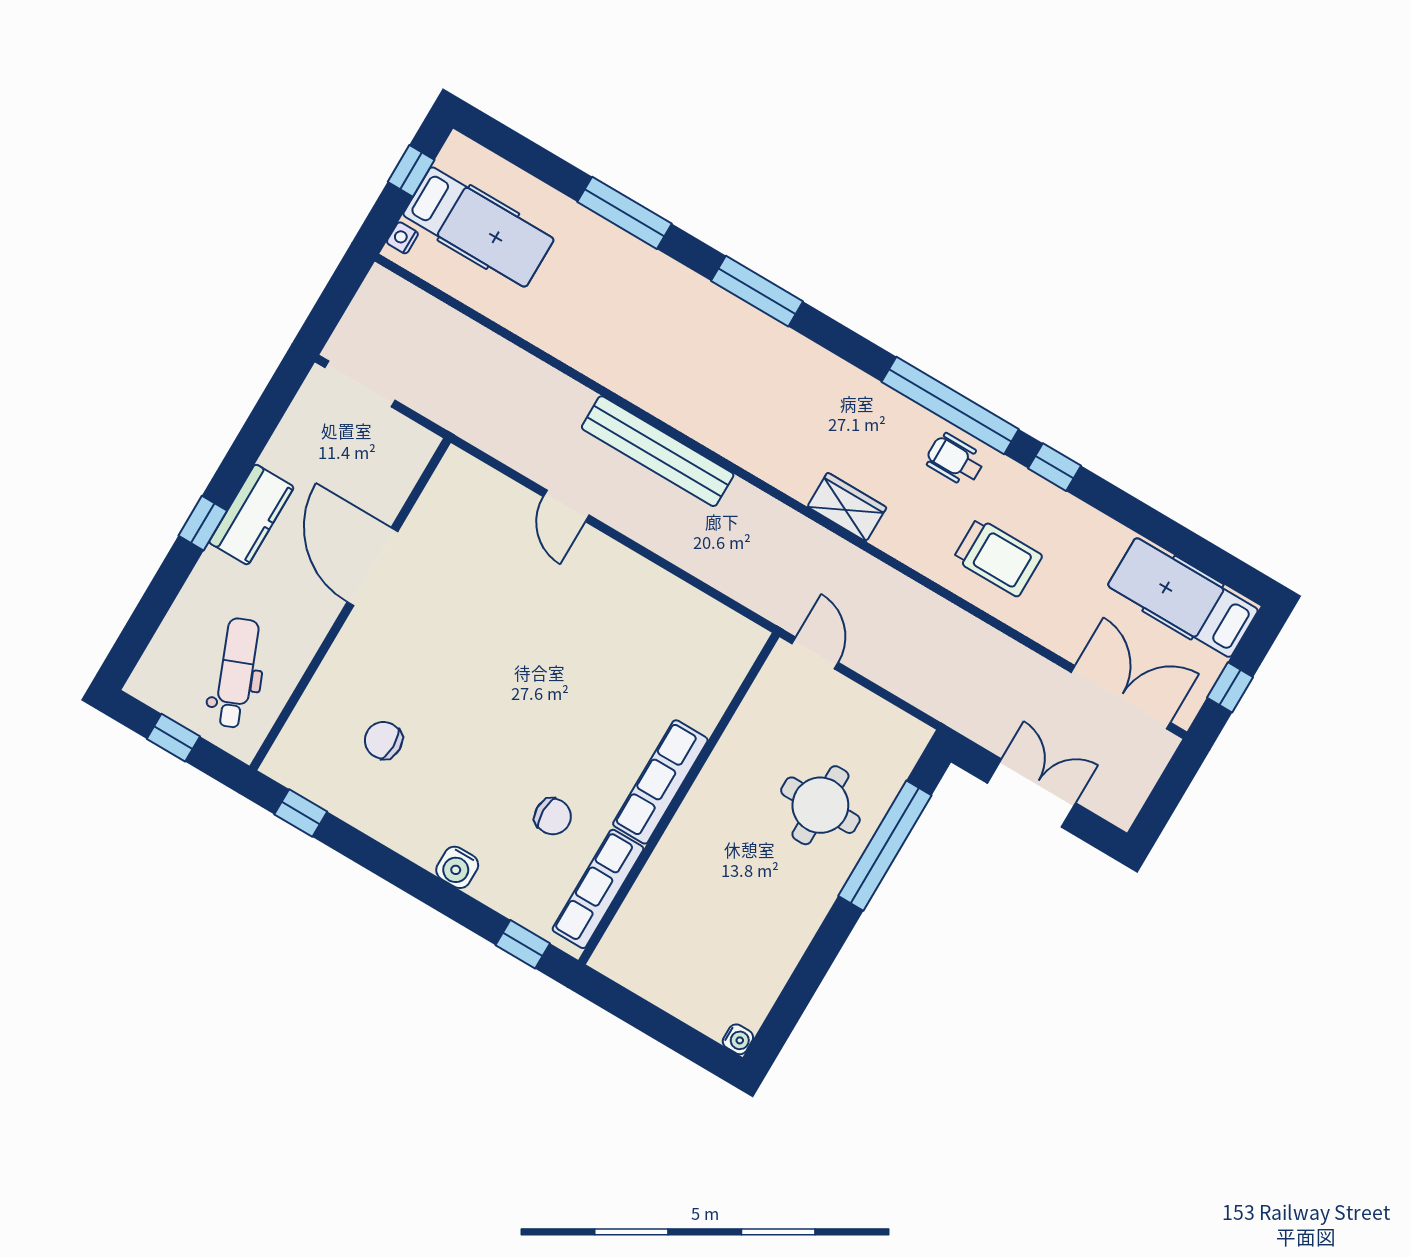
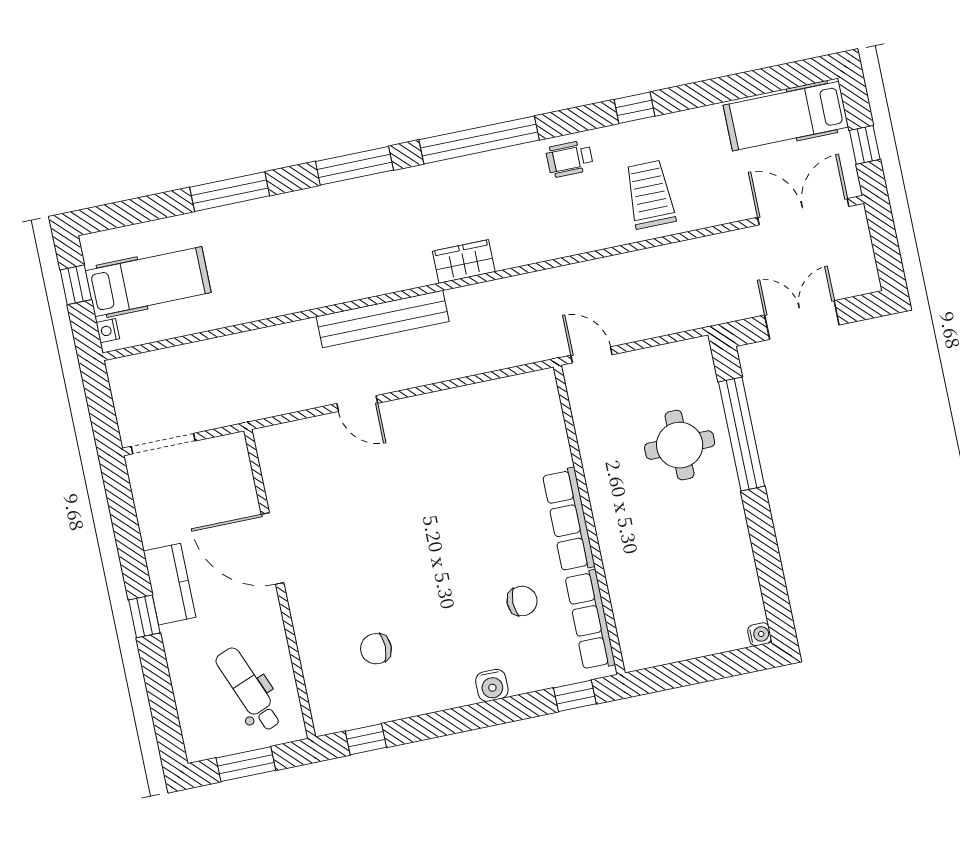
window: (950, 405) -> (479, 140), moved
wardrobe: (847, 507) -> (464, 261), moved
trolley: (998, 557) -> (650, 195), turned -90
window: (173, 738) -> (246, 764), width x1.50

